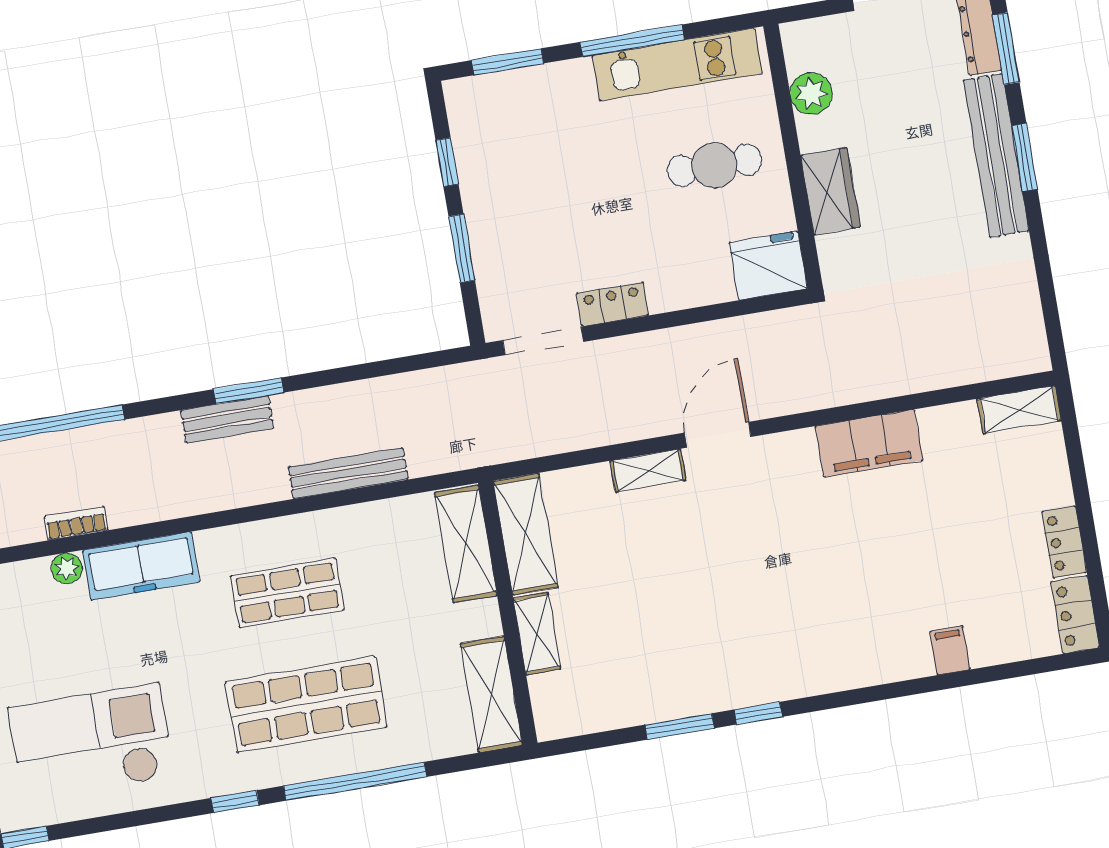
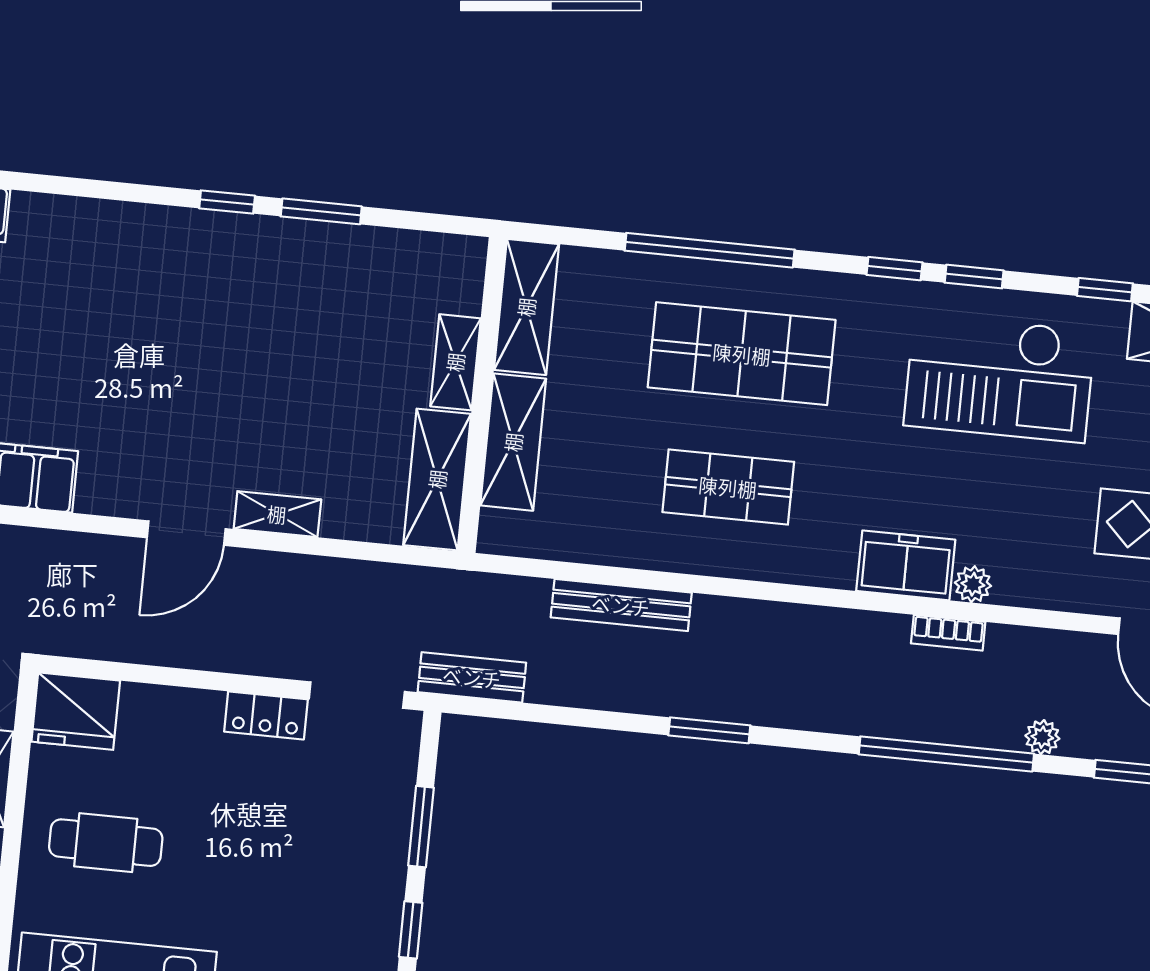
bench: (227, 419) -> (472, 677), moved
shelving: (466, 544) -> (513, 442), moved
freezer: (141, 566) -> (906, 565), width x0.71
window: (235, 802) -> (895, 269), moved
window: (134, 819) -> (974, 277), added

